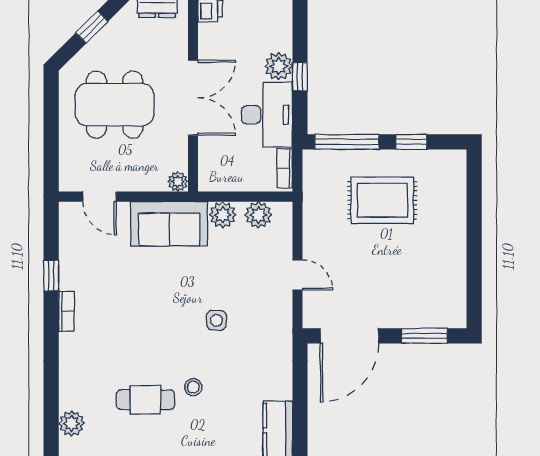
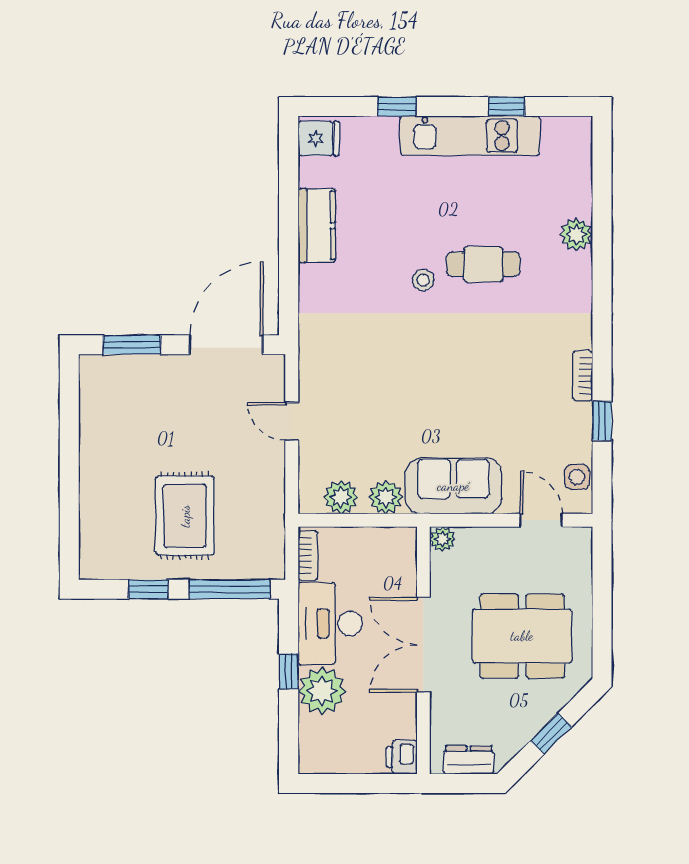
plant: (279, 66) -> (322, 691), width x1.36, depth x1.36
rug: (382, 200) -> (185, 516), turned 90
side table: (216, 320) -> (577, 477), moved

